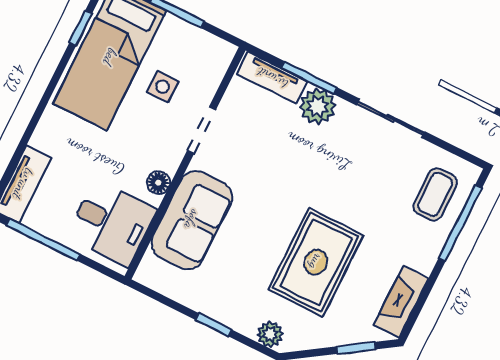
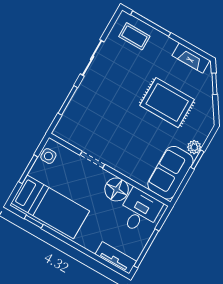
tv unit: (272, 78) -> (66, 120), removed
side table: (163, 87) -> (48, 156), moved
plant: (318, 106) -> (83, 97), removed
floor lamp: (158, 183) -> (117, 189), width x1.89, depth x1.89
sofa: (192, 220) -> (170, 173), moved, turned -90
plant: (270, 334) -> (194, 147), moved

